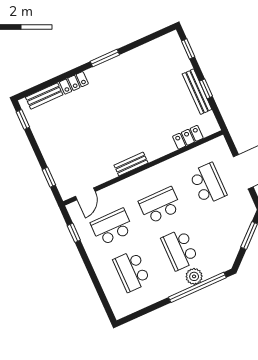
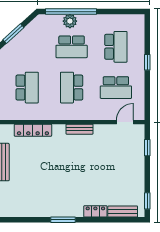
locker: (188, 137) -> (33, 130), width x1.53
school desk: (208, 184) -> (27, 88), turned 180
school desk: (160, 205) -> (72, 88), turned 90
window: (74, 233) -> (147, 62), moved
school desk: (180, 249) -> (72, 47), turned 90

